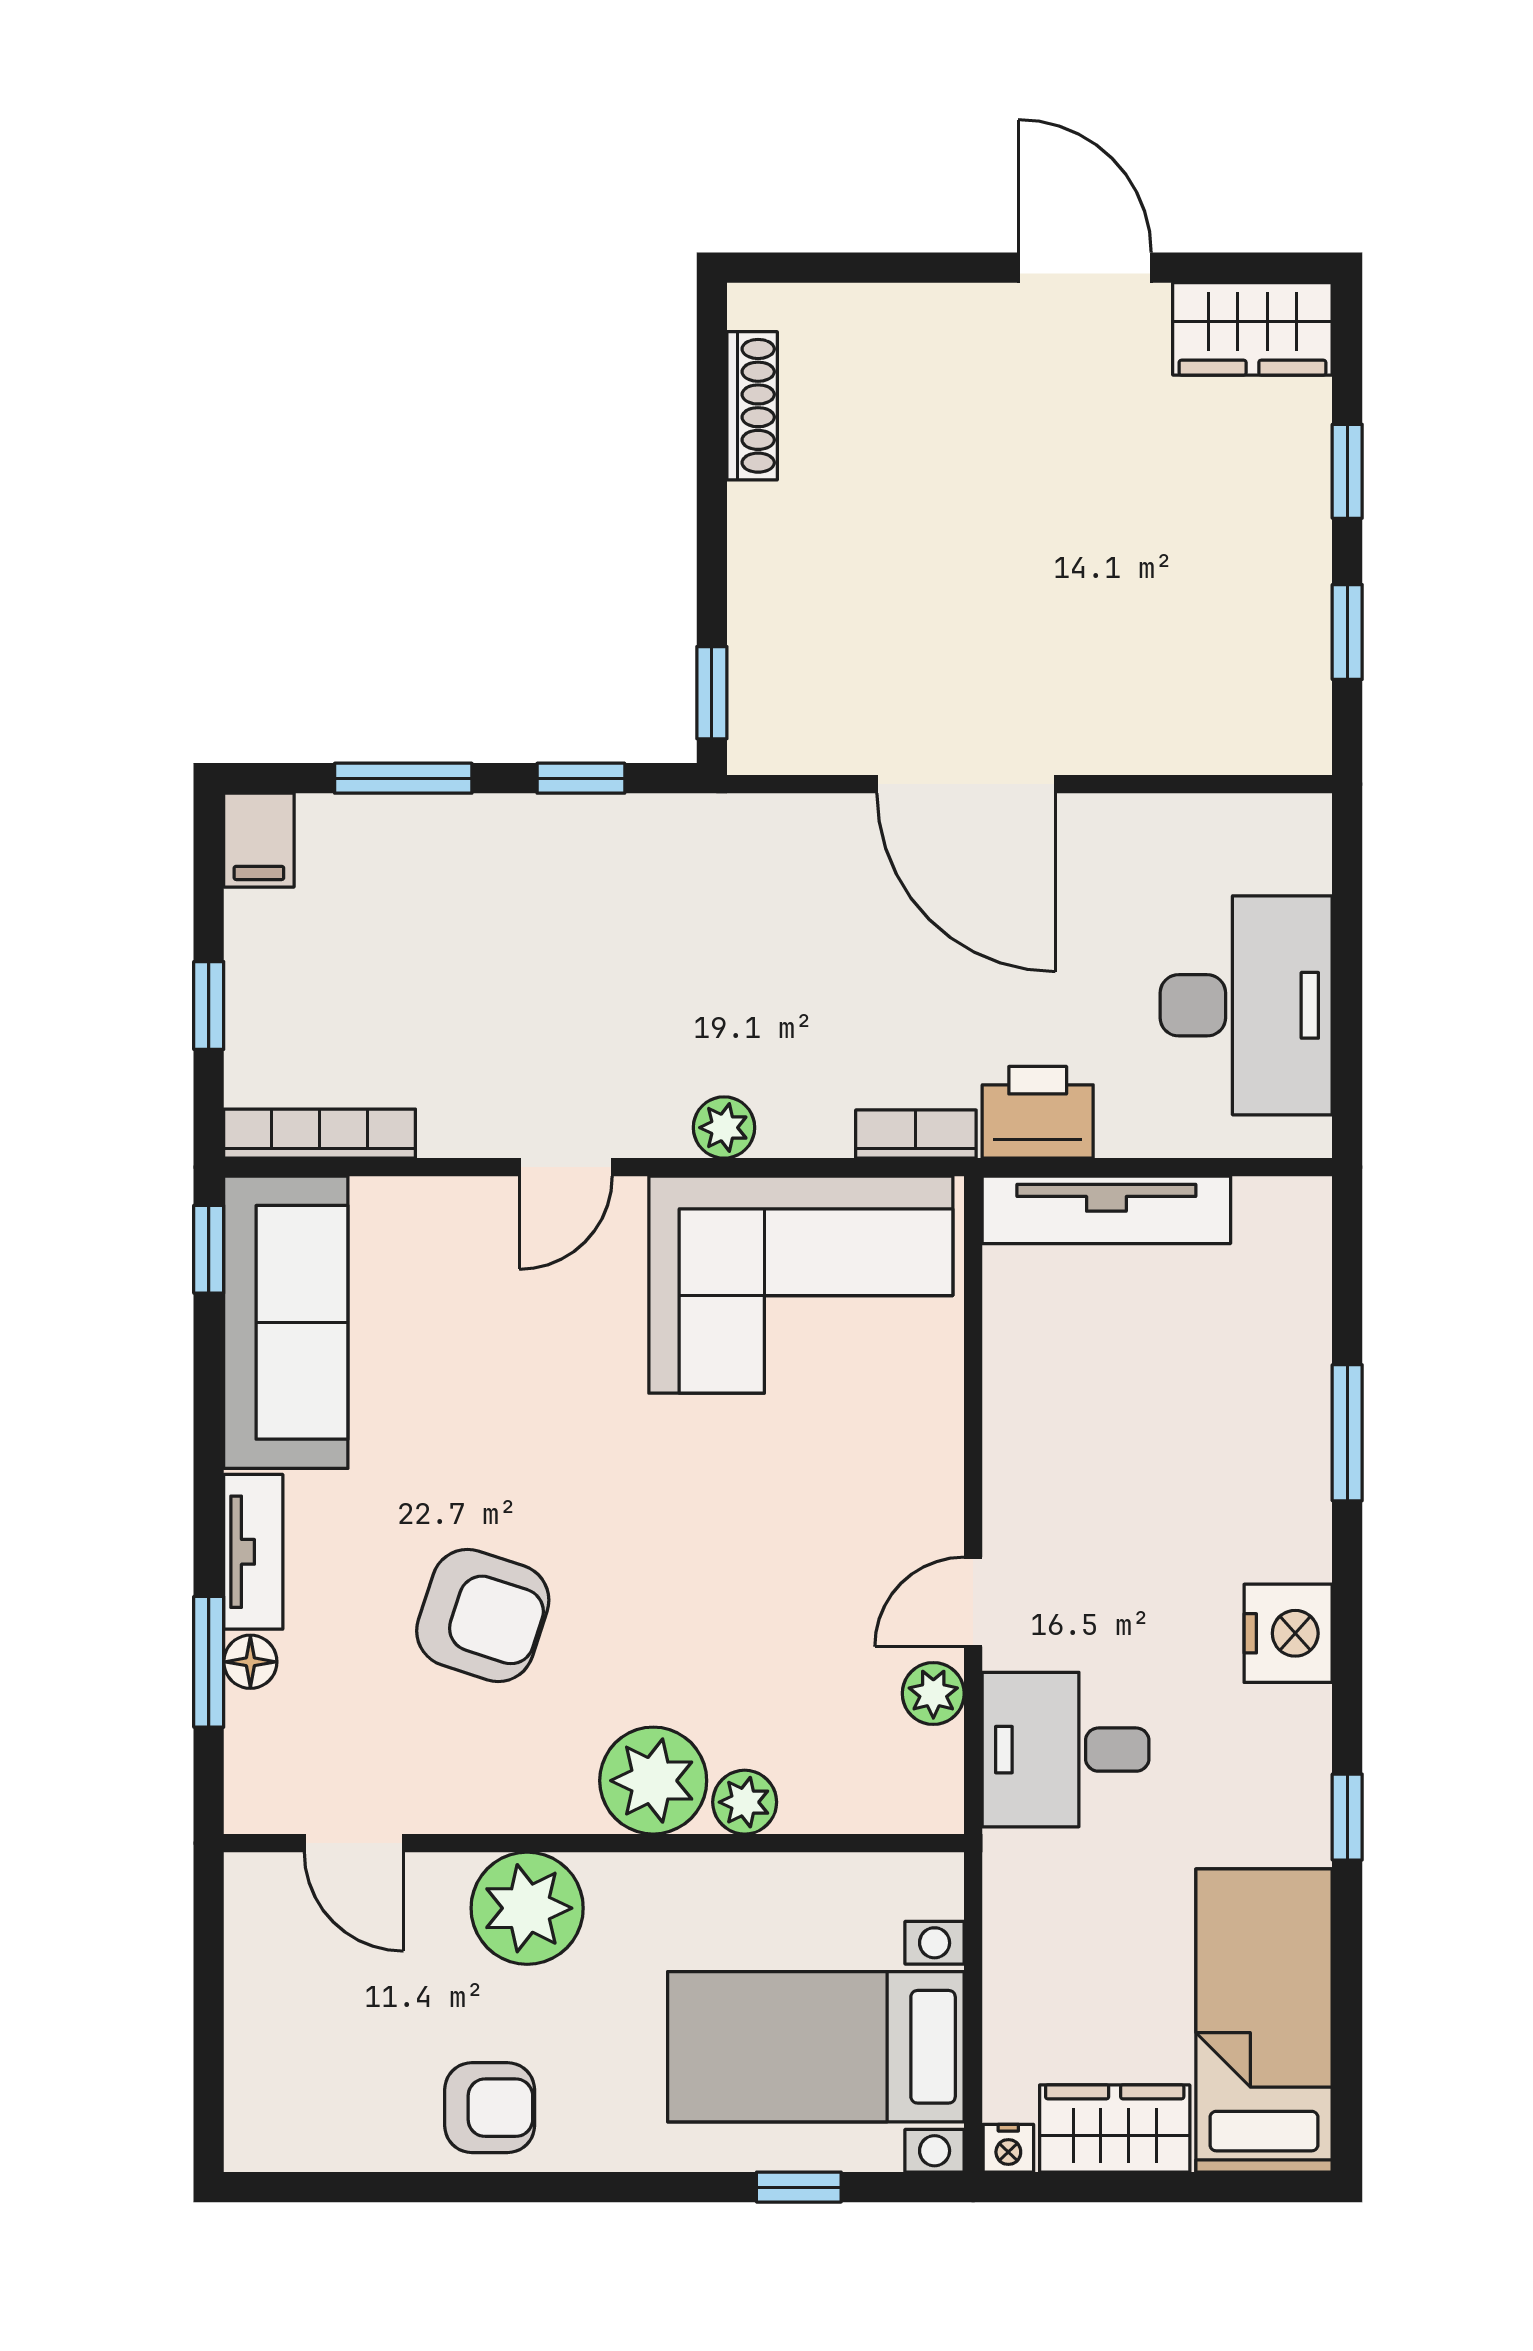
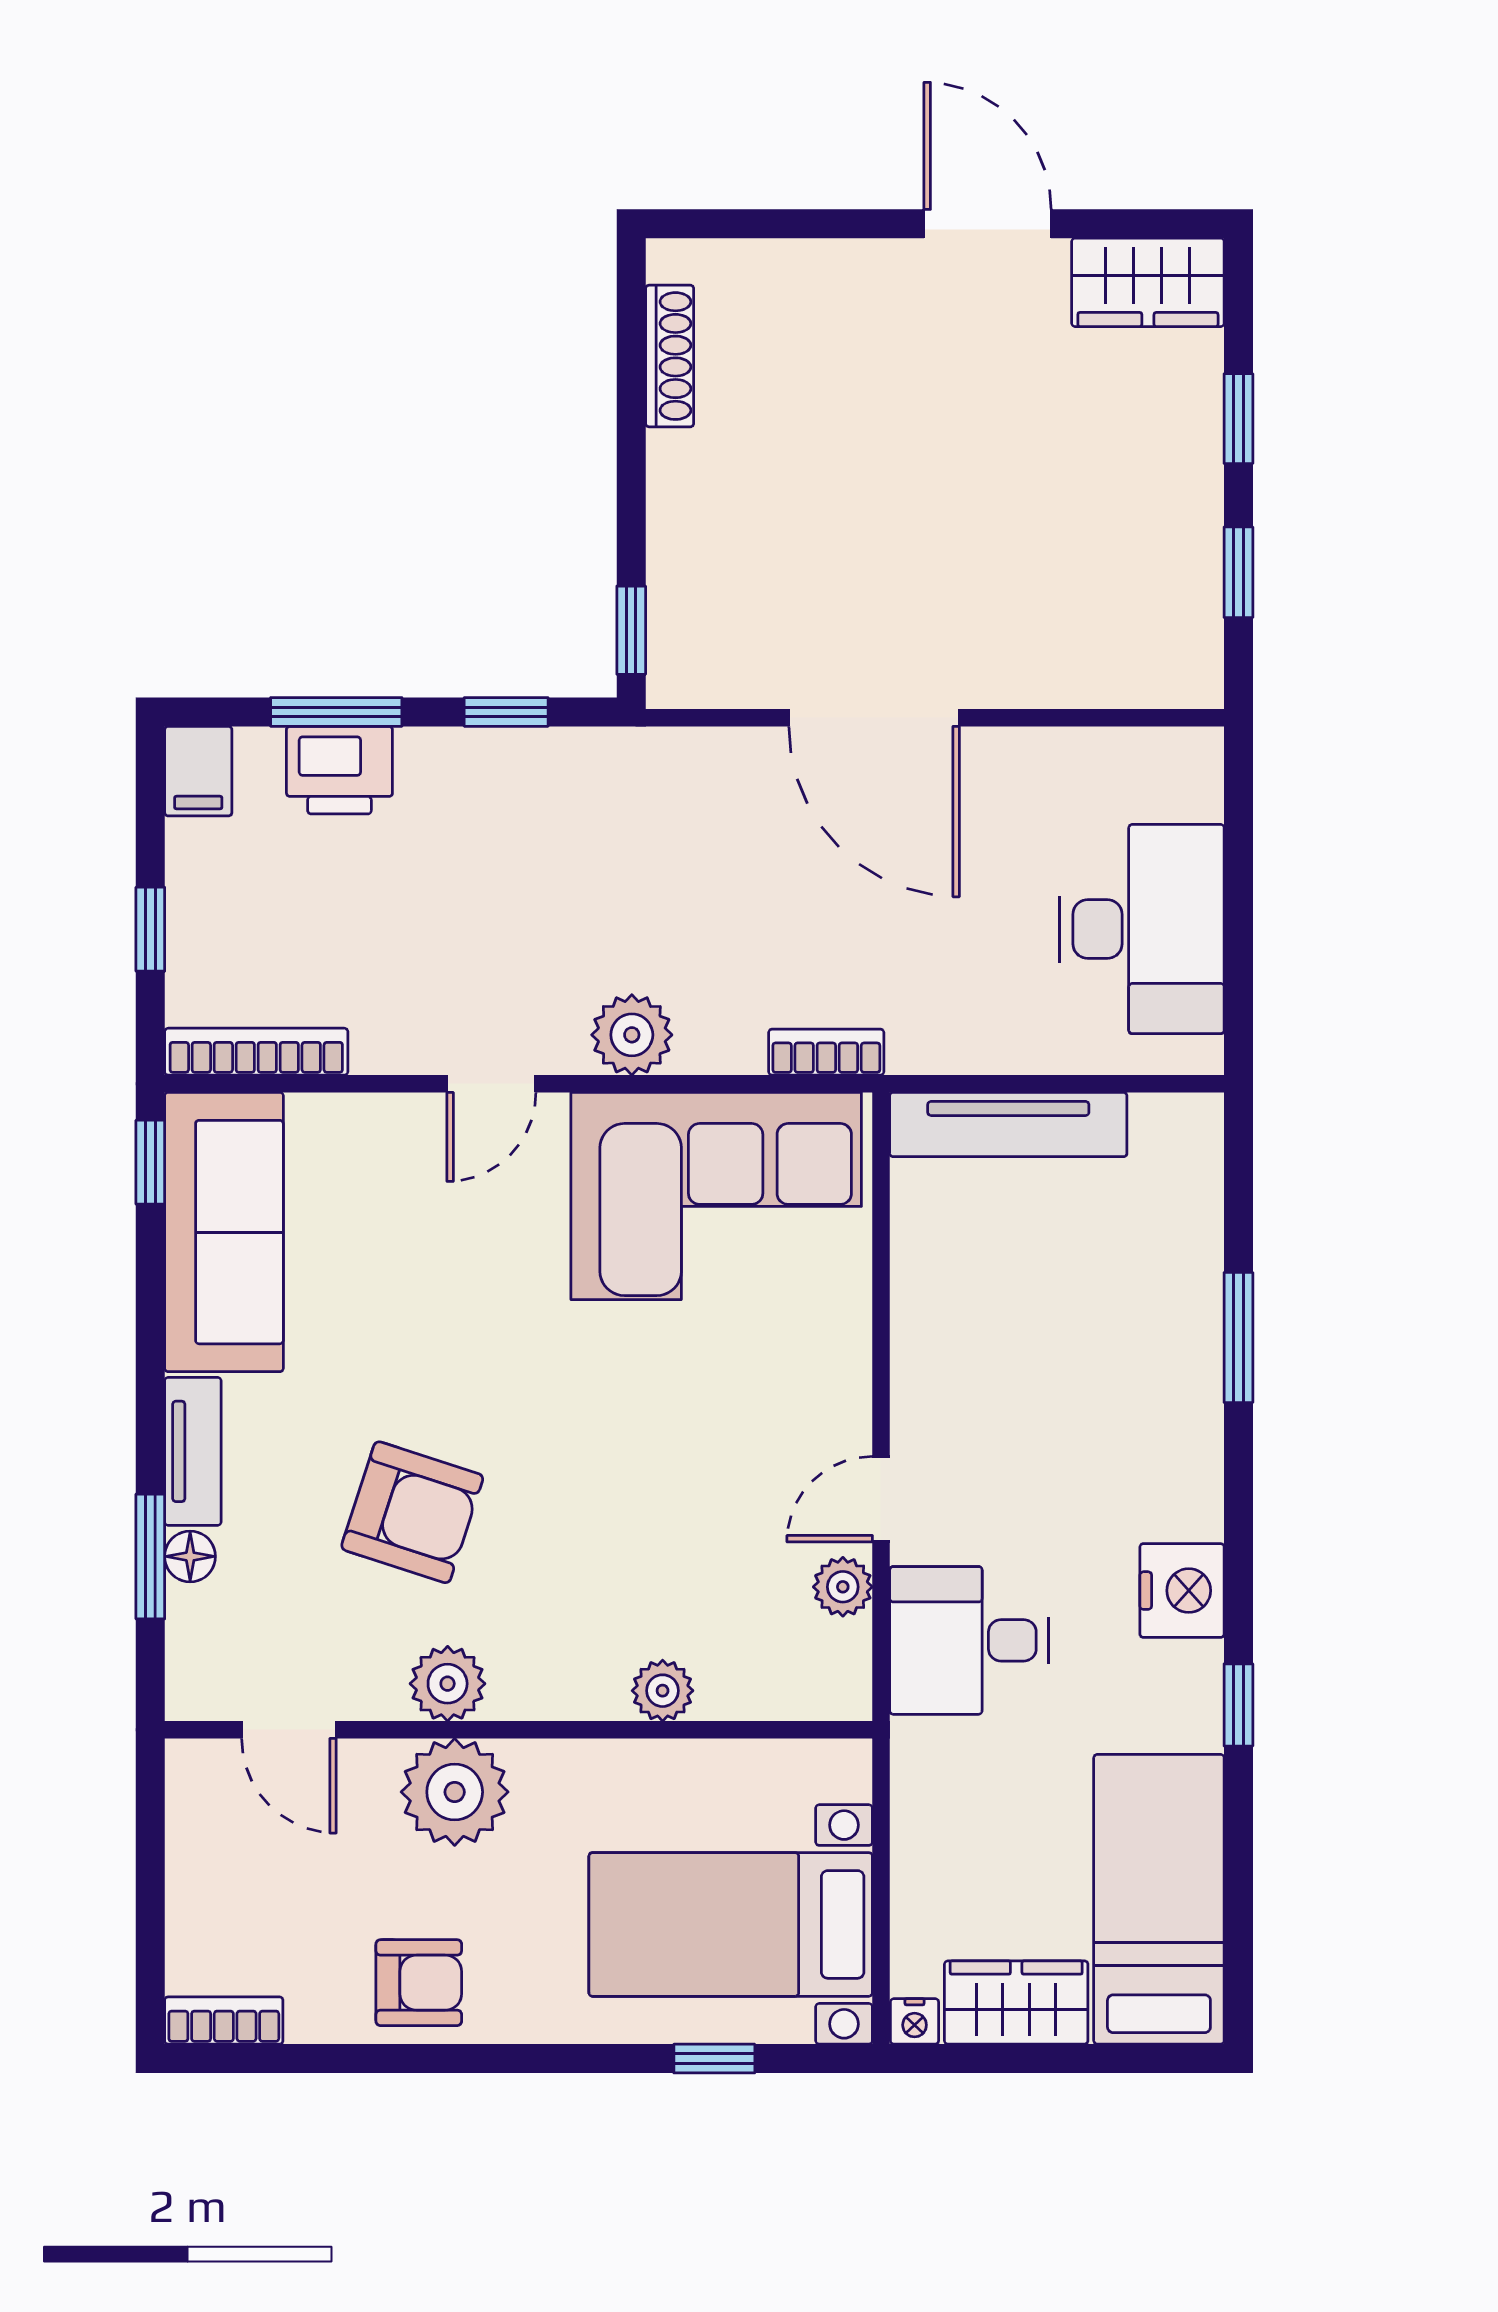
printer: (1038, 1112) -> (339, 770), moved, turned 180
plant: (724, 1128) -> (632, 1035), width x1.38, depth x1.38
nightstand: (1288, 1633) -> (1182, 1591), moved
plant: (653, 1781) -> (448, 1684), moved, width x0.73, depth x0.73
bookcase: (286, 2147) -> (224, 2021), added

